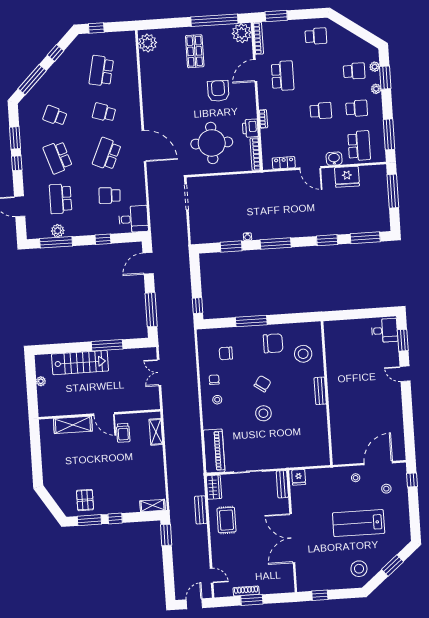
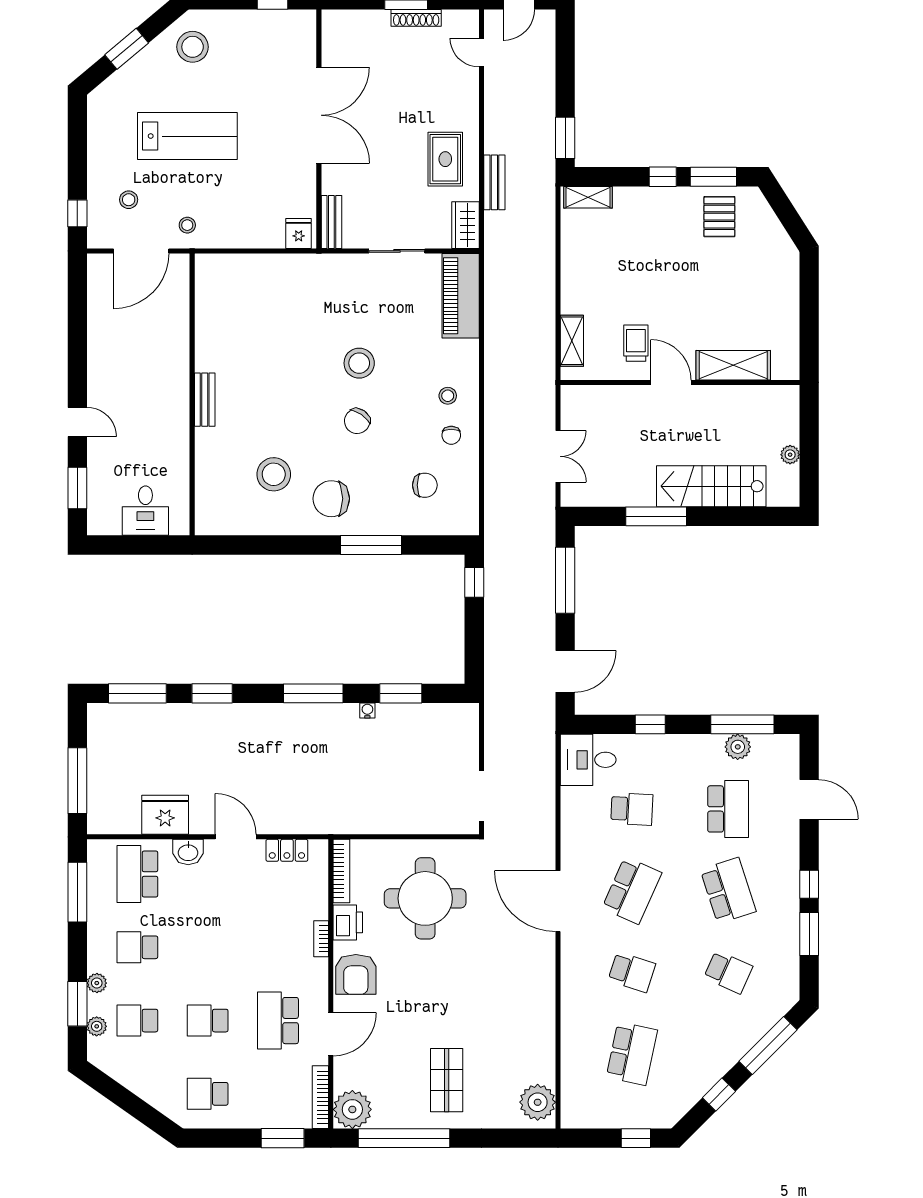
armchair: (218, 91) -> (356, 974), moved
school desk: (321, 111) -> (208, 1021), moved
desk: (384, 330) -> (145, 511), moved, turned -90
bench: (320, 391) -> (205, 400), moved
wall: (327, 393) -> (192, 394), moved

